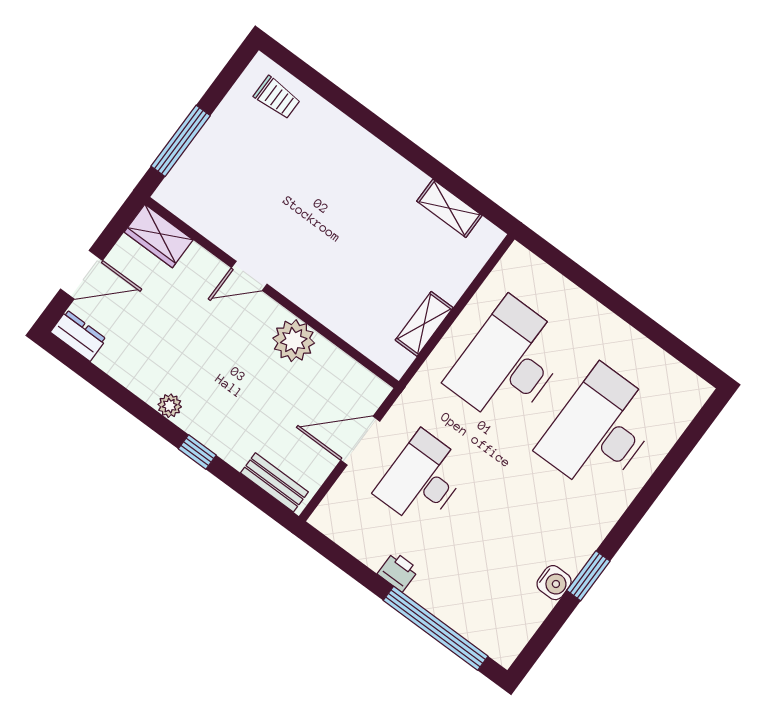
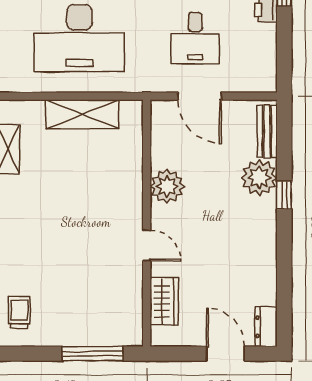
wardrobe: (159, 236) -> (164, 301), moved
shelving: (424, 324) -> (82, 114), width x1.50, depth x1.33
plant: (170, 406) -> (259, 178), moved, width x1.88, depth x1.88
desk: (422, 479) -> (195, 38), width x0.73

